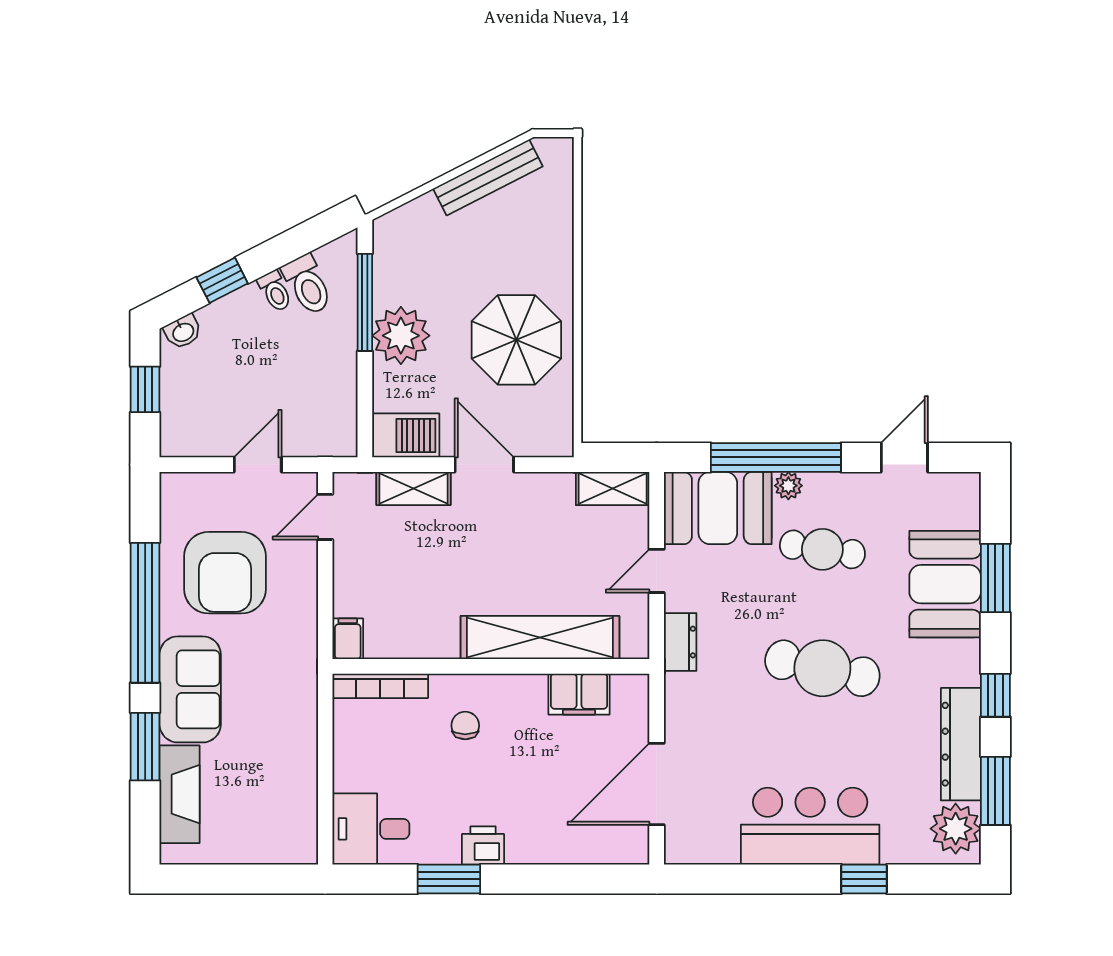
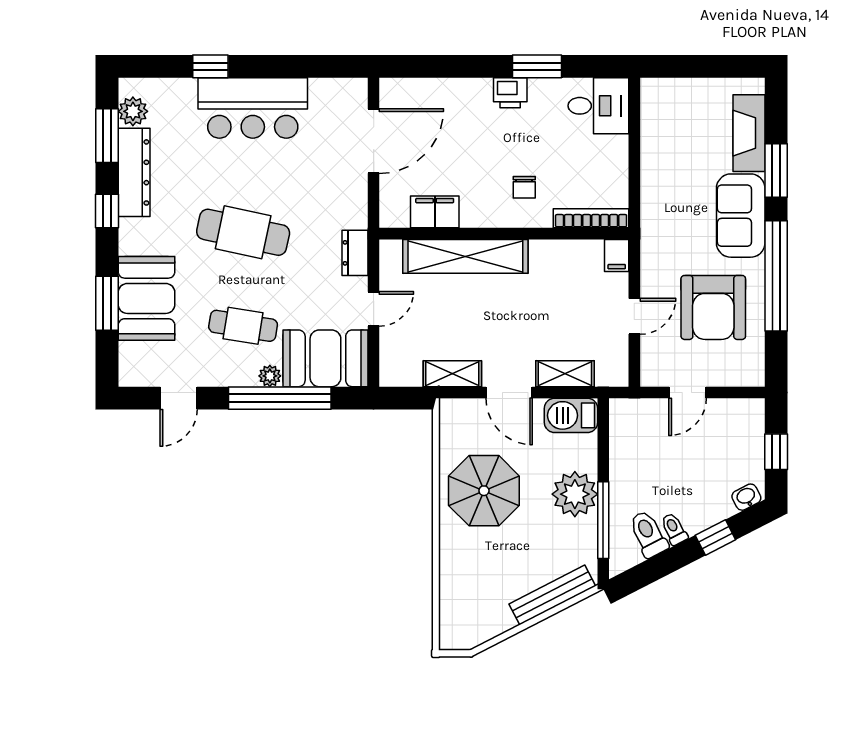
bench: (488, 177) -> (552, 595), moved
shelving: (613, 488) -> (452, 374), moved
door: (325, 517) -> (634, 316), moved
armchair: (225, 573) -> (713, 307), turned 180
plant: (956, 829) -> (133, 111), width x0.73, depth x0.73

